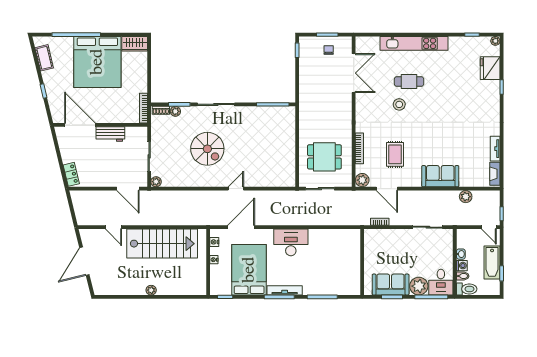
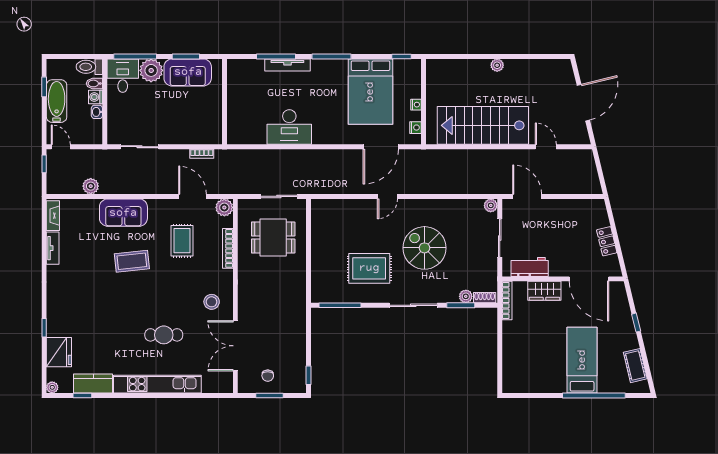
wardrobe: (135, 44) -> (544, 291), moved, turned 180
kitchen counter: (464, 44) -> (93, 384), added
bed: (97, 62) -> (582, 360), width x0.49
stool: (399, 104) -> (212, 302), moved
rug: (250, 133) -> (369, 268), added
workbench: (110, 134) -> (530, 267), moved
coffee table: (434, 138) -> (132, 261), added
locker: (71, 174) -> (607, 241), moved
desk: (291, 242) -> (289, 127), moved
tv unit: (285, 290) -> (287, 65), moved

